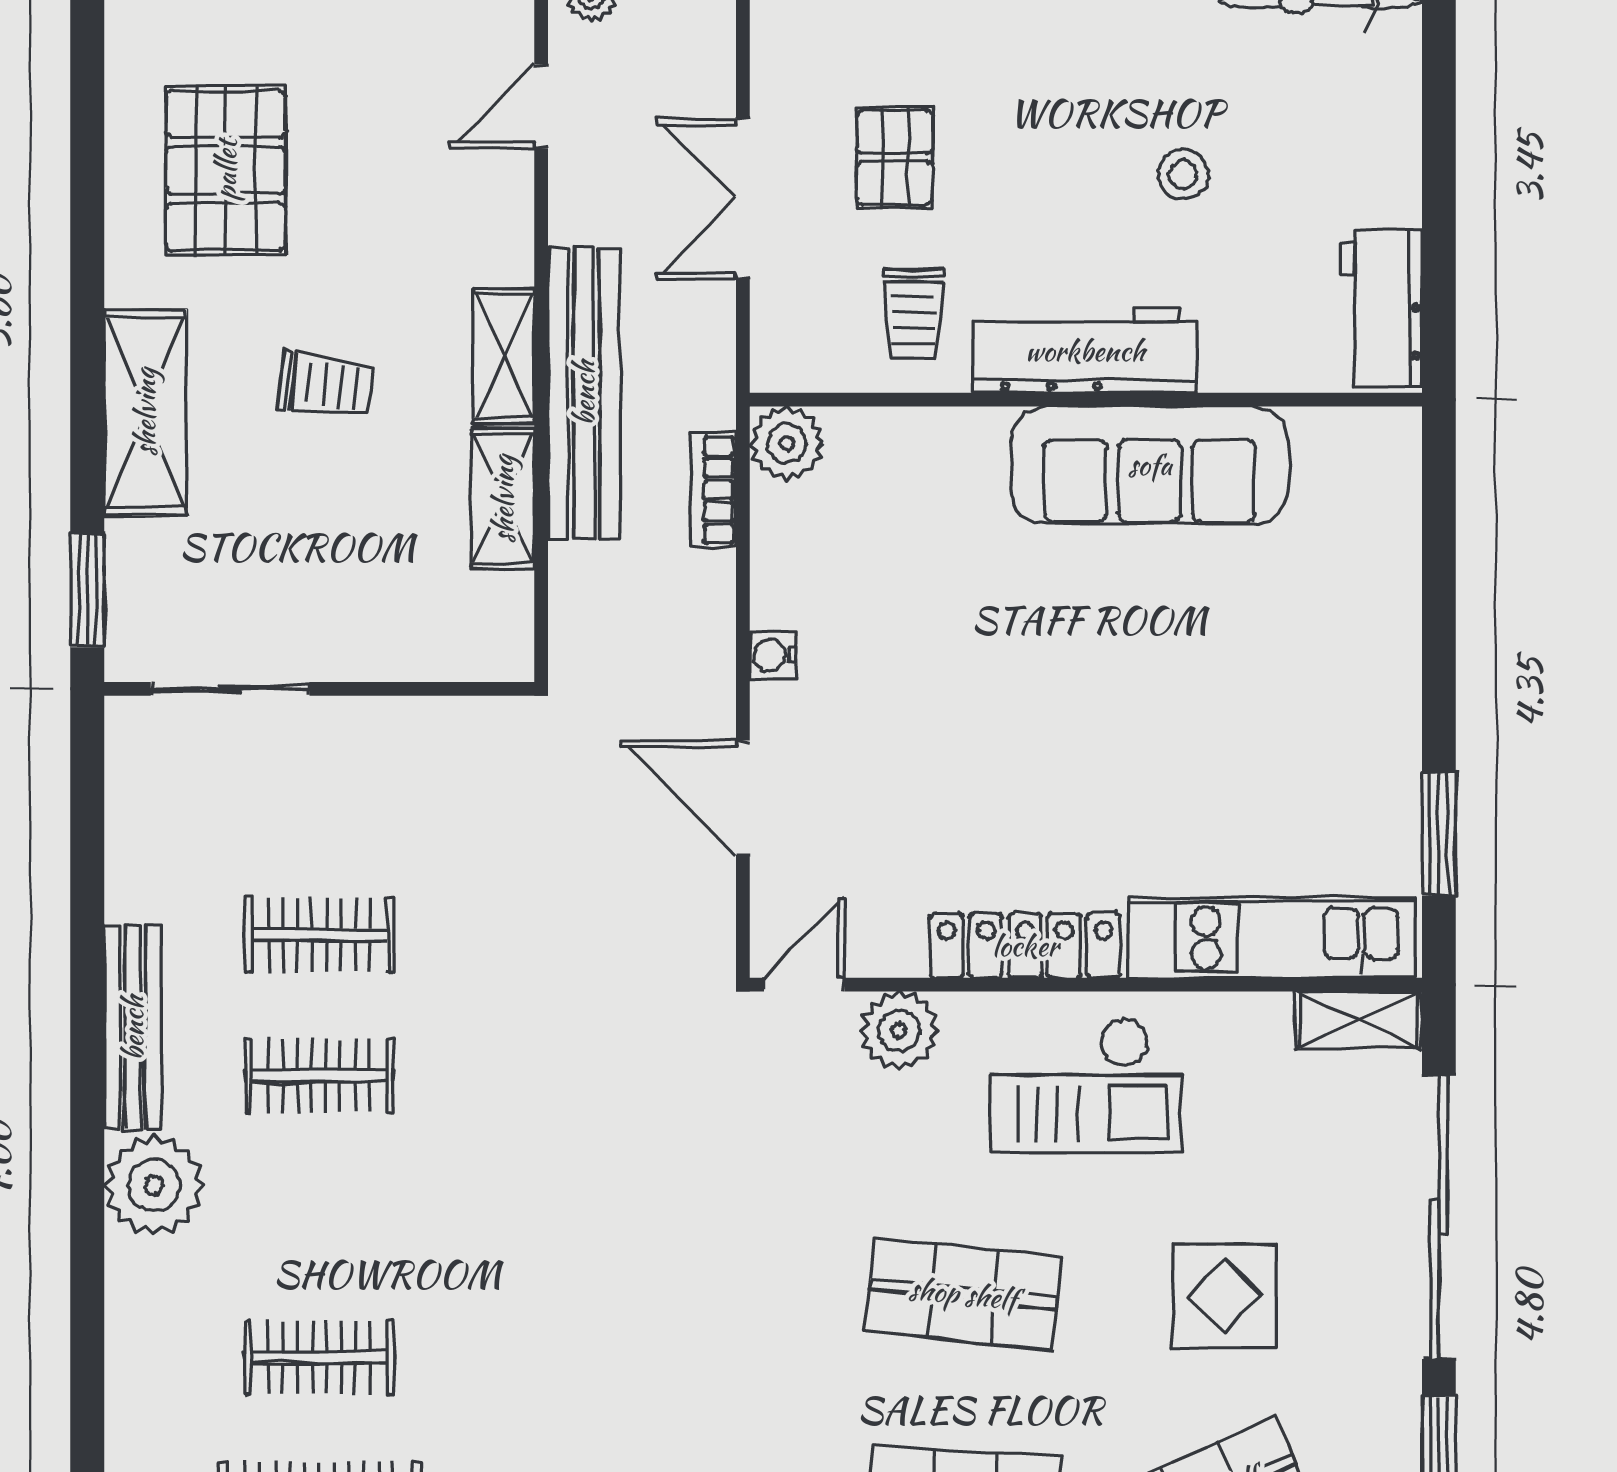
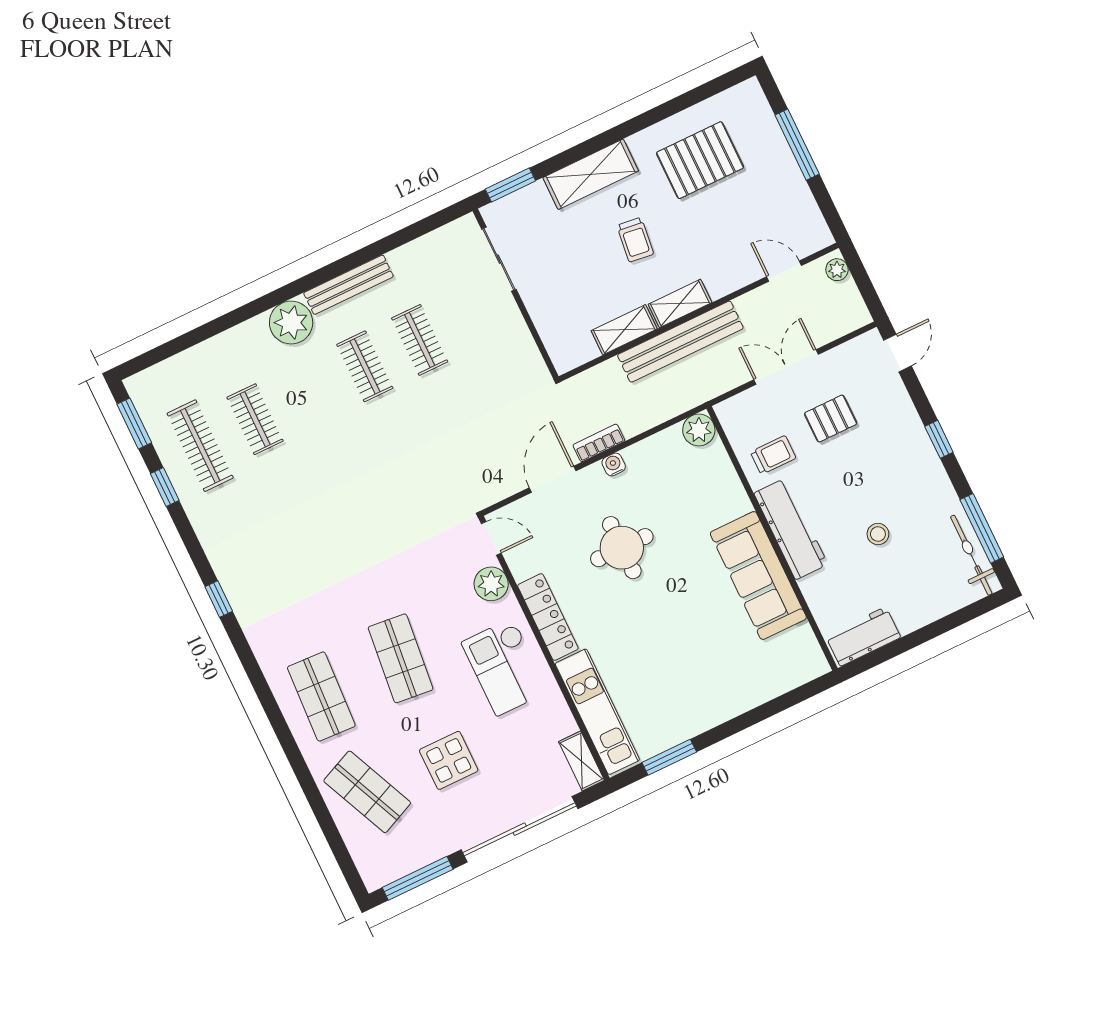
trolley: (913, 314) -> (773, 455), turned 180
bookcase: (713, 490) -> (599, 443), moved
round table: (955, 722) -> (622, 548), added

